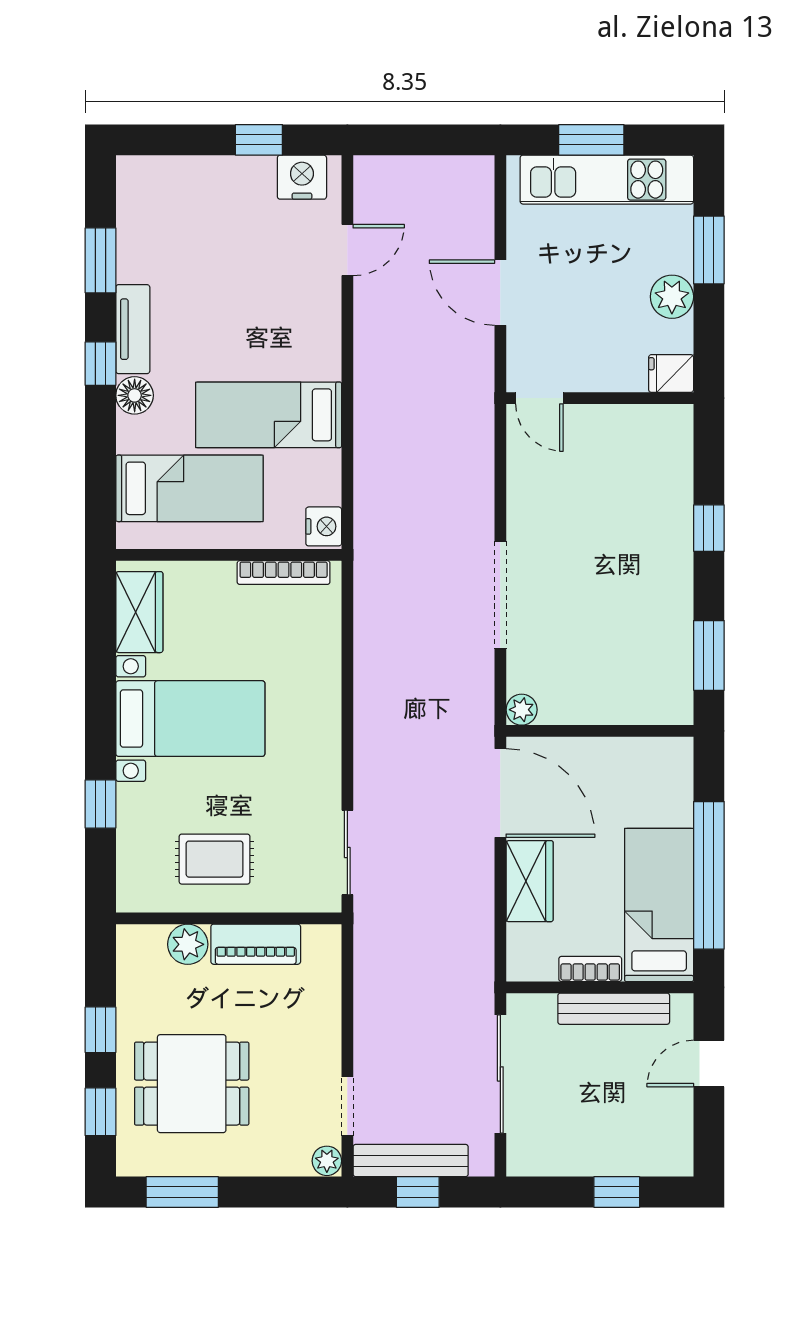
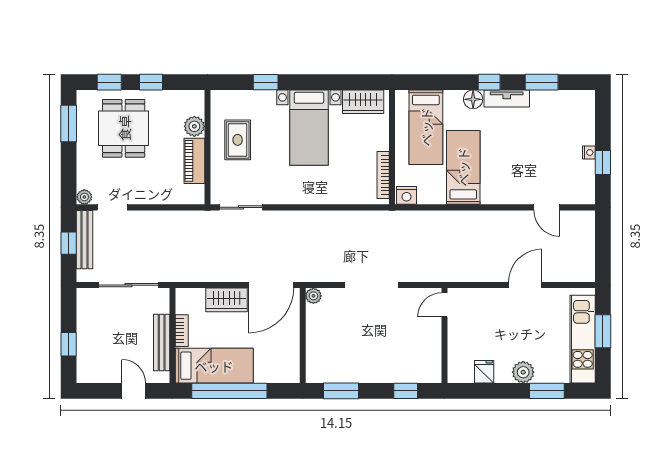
nightstand: (302, 177) -> (589, 153), moved, width x0.53, depth x0.56
door: (539, 398) -> (444, 305), moved
wall: (600, 398) -> (444, 336), moved

